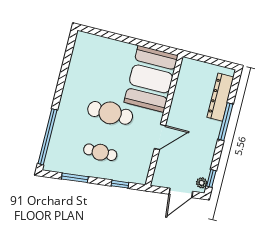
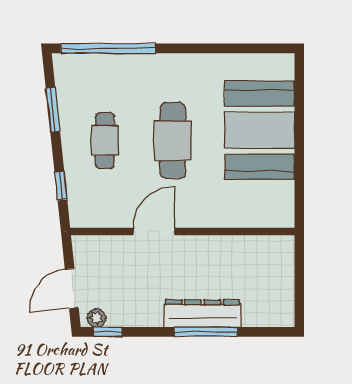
booth: (151, 79) -> (260, 130), moved, turned 90
dresser: (220, 97) -> (203, 314), moved
door: (160, 137) -> (154, 232), swing flipped
door: (181, 193) -> (72, 288), hinge flipped

